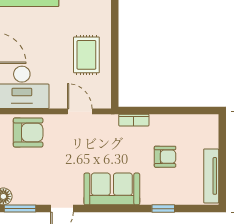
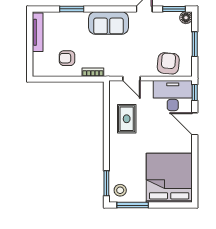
armchair: (28, 132) -> (168, 63), turned 95
armchair: (165, 157) -> (67, 58), moved
window: (163, 209) -> (72, 9), width x1.50

